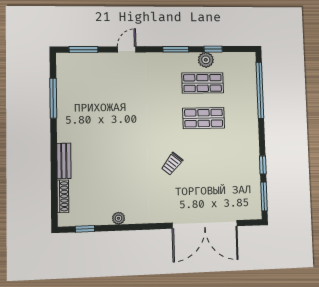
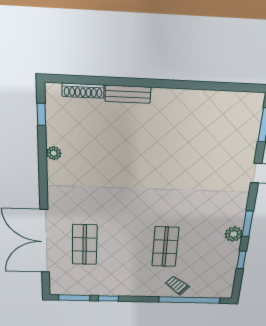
plant: (206, 60) -> (234, 234), moved
shop shelf: (203, 83) -> (85, 245), moved
window: (53, 98) -> (209, 86), removed
trolley: (172, 164) -> (177, 285), moved

